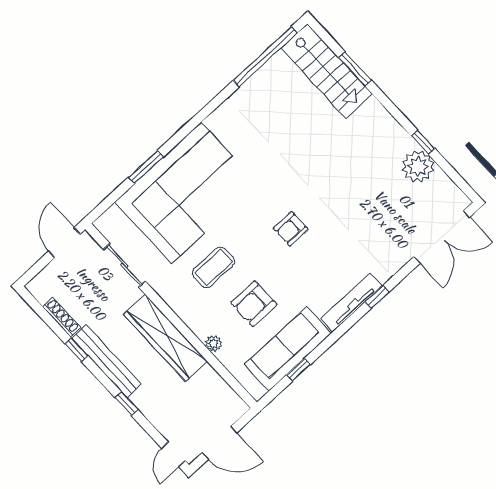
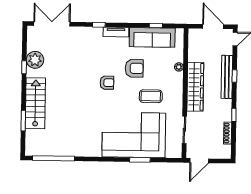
stairs: (327, 71) -> (35, 103), moved
tv unit: (351, 303) -> (116, 32), width x0.71
armchair: (254, 304) -> (134, 68), moved
bench: (107, 361) -> (227, 77), moved

